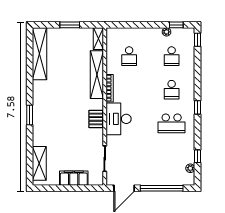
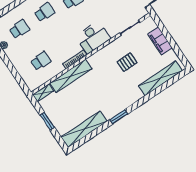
window: (30, 115) -> (119, 117), moved
pallet: (96, 119) -> (127, 62), moved
shelving: (39, 163) -> (160, 78), width x1.47

